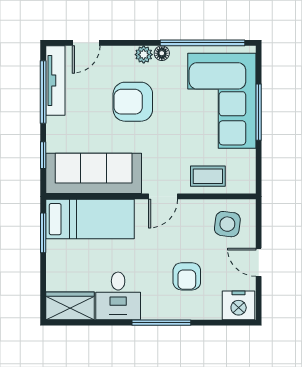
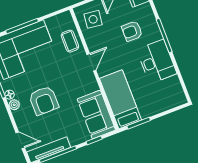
sofa: (94, 173) -> (96, 115), width x0.73
door: (163, 196) -> (91, 62), hinge flipped
armchair: (187, 276) -> (132, 31), turned 180
desk: (118, 296) -> (157, 62), width x1.37
wardrobe: (70, 306) -> (175, 92), removed

